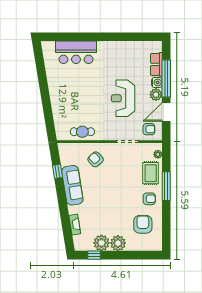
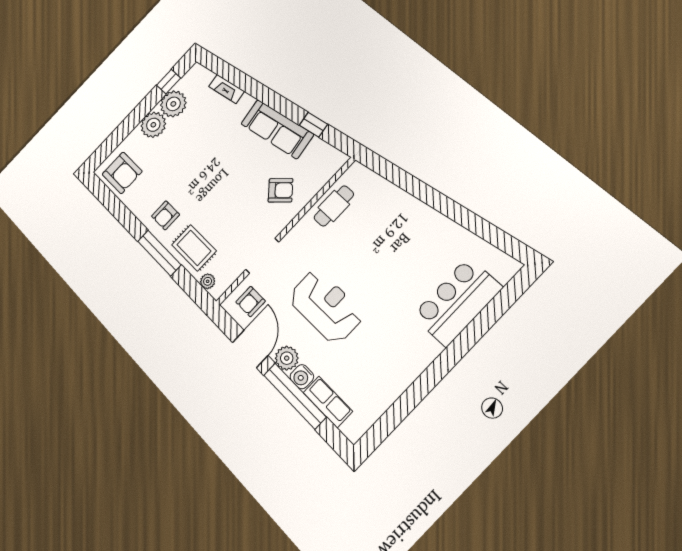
armchair: (143, 224) -> (122, 173), moved

